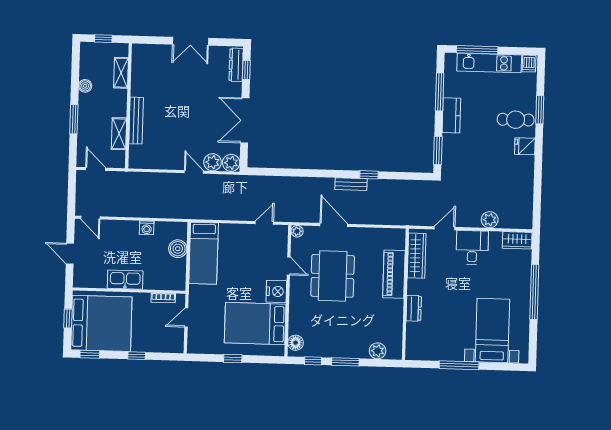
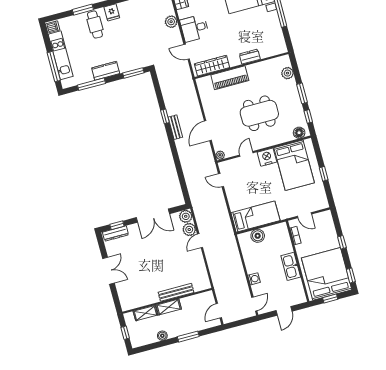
shelving: (119, 134) -> (169, 307), moved
washing machine: (147, 228) -> (254, 279), moved
dining table: (333, 276) -> (259, 113), moved

